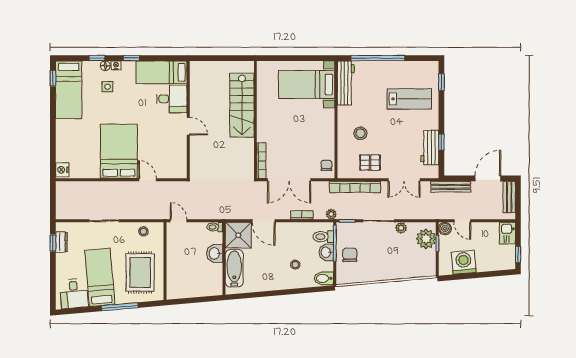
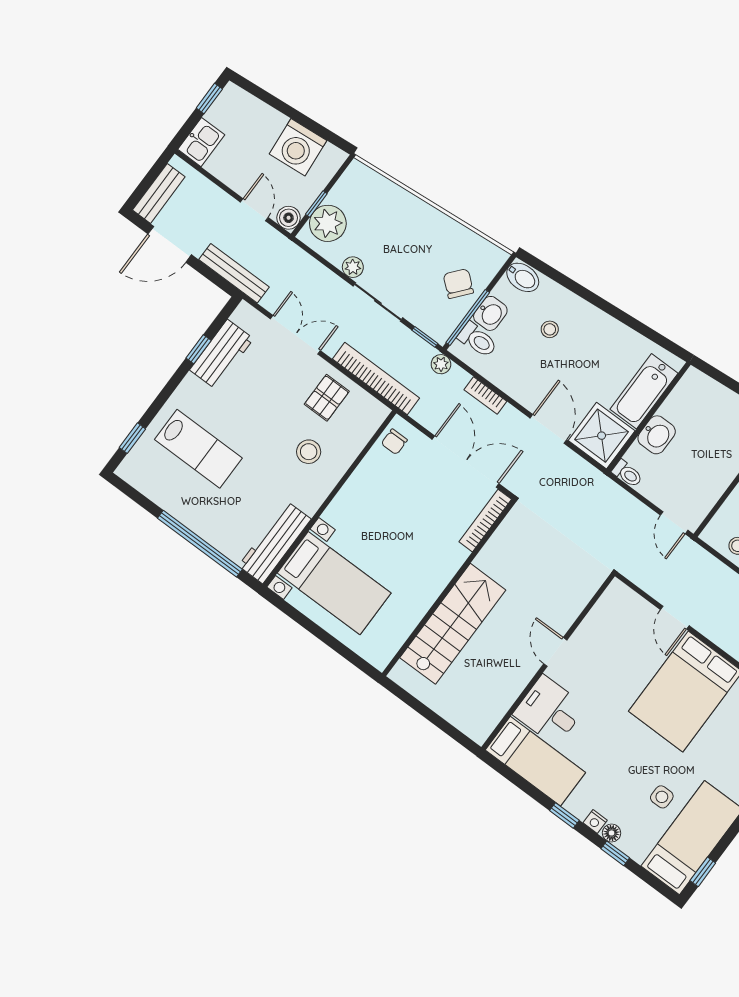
side table: (108, 87) -> (662, 797), moved
lab bench: (409, 99) -> (198, 449), turned 180
pallet: (370, 163) -> (327, 398), turned 90
chair: (350, 255) -> (458, 284), turned 130

